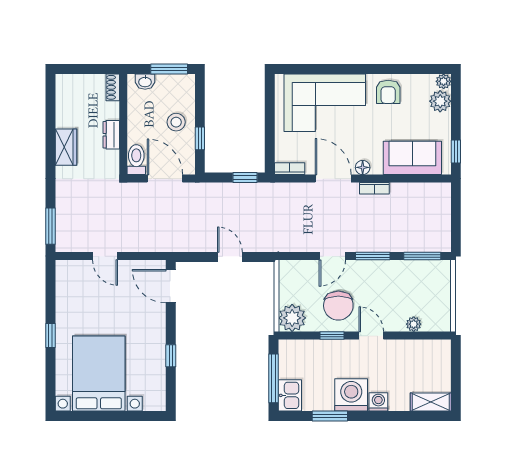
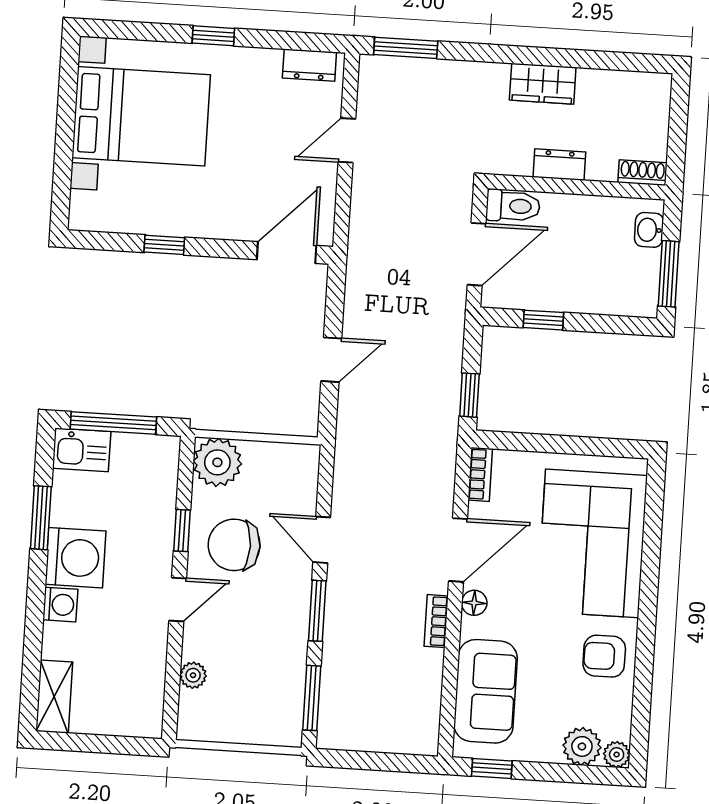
stool: (176, 122) -> (574, 280), removed
dresser: (64, 280) -> (309, 65), added

